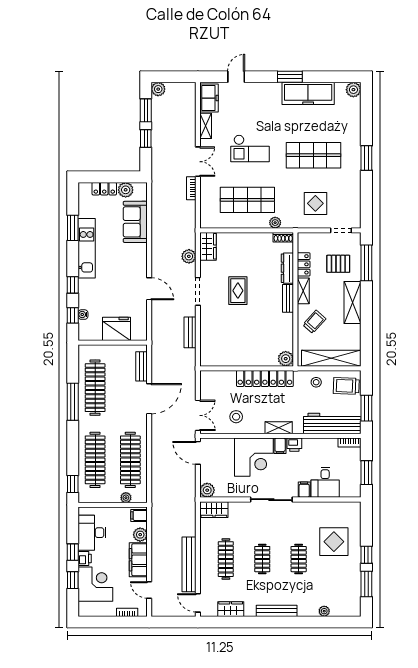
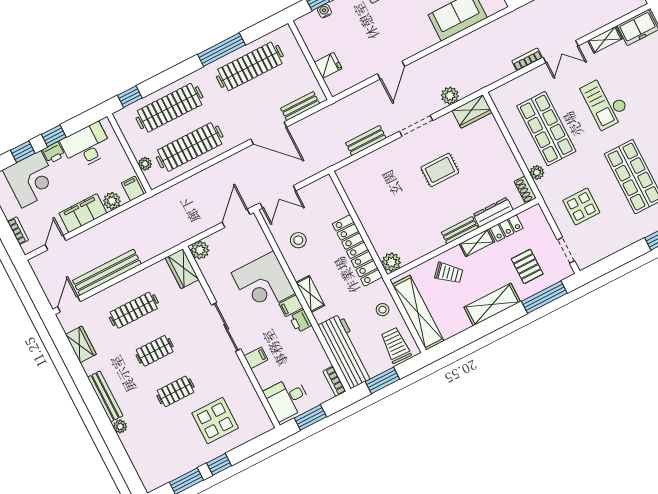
fridge: (116, 329) -> (328, 65), width x0.53, depth x0.75
desk: (325, 482) -> (287, 398), moved
plant: (324, 611) -> (120, 426), moved

